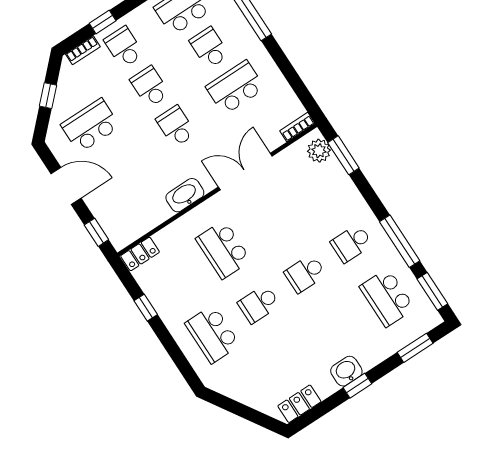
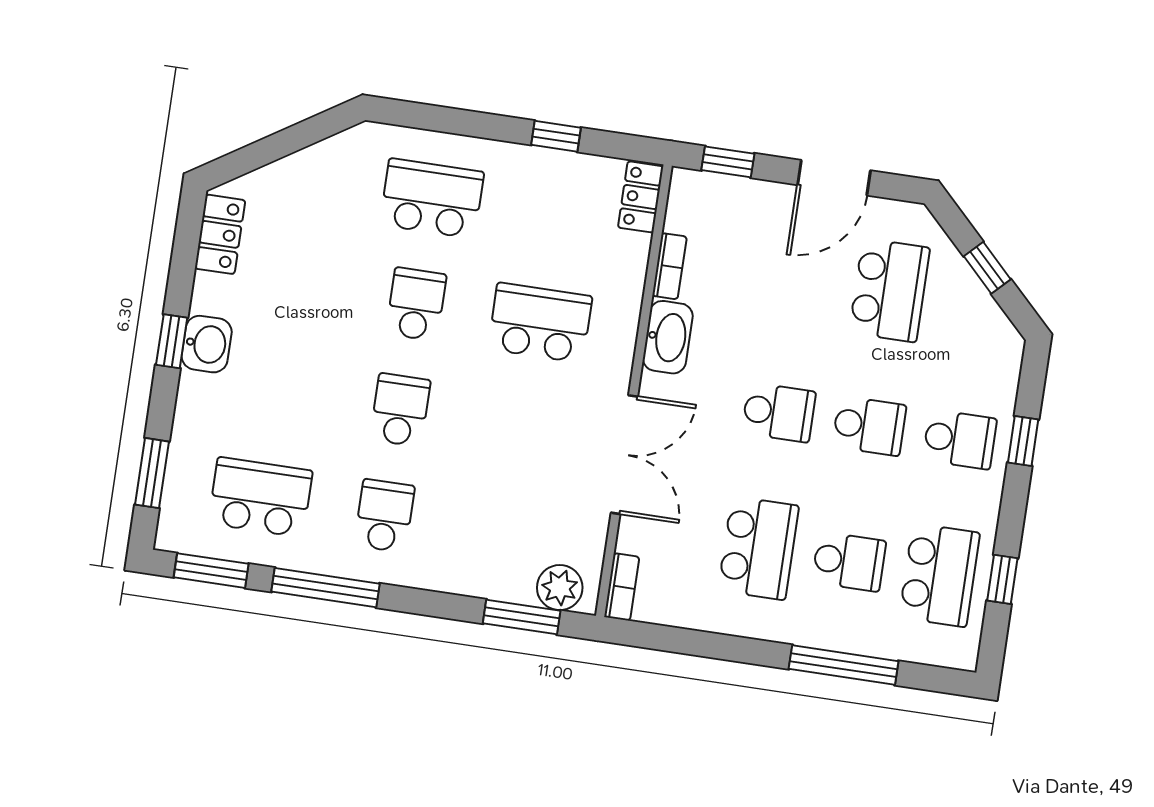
bookcase: (83, 50) -> (669, 266), moved, turned 180

